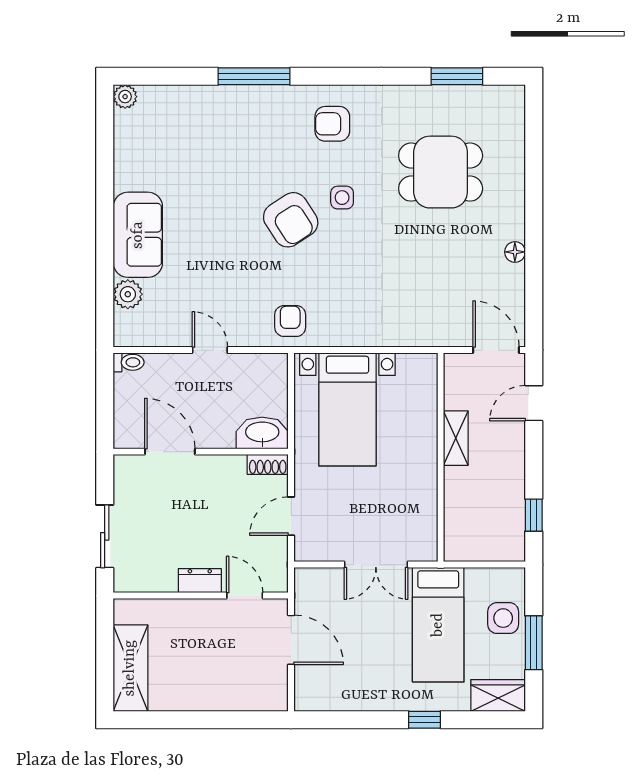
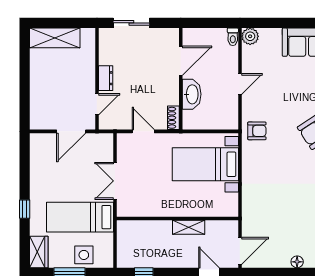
plant: (128, 294) -> (250, 36), moved
washbasin: (262, 433) -> (192, 94), moved

